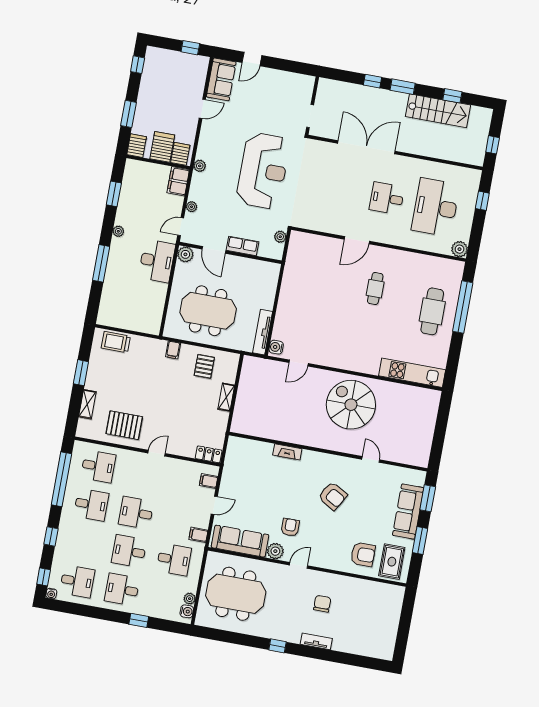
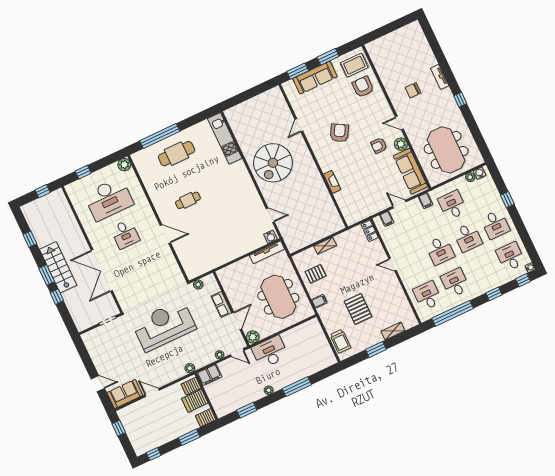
stairs: (438, 111) -> (58, 267), moved
pallet: (124, 425) -> (358, 309), moved

